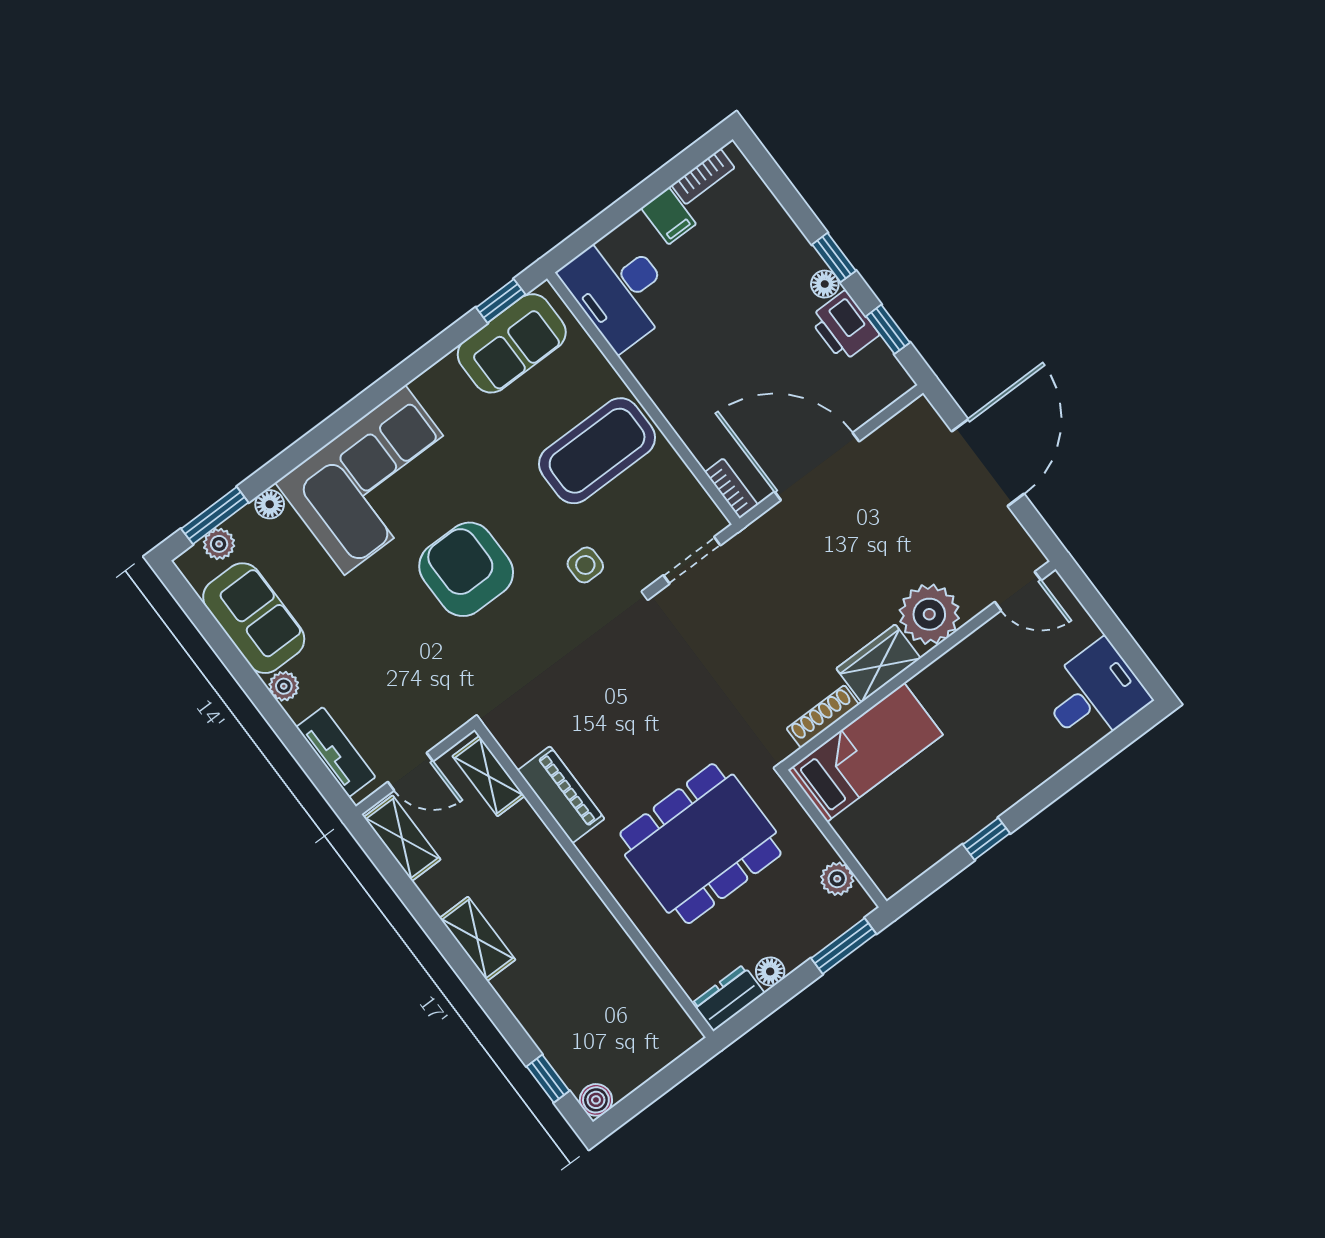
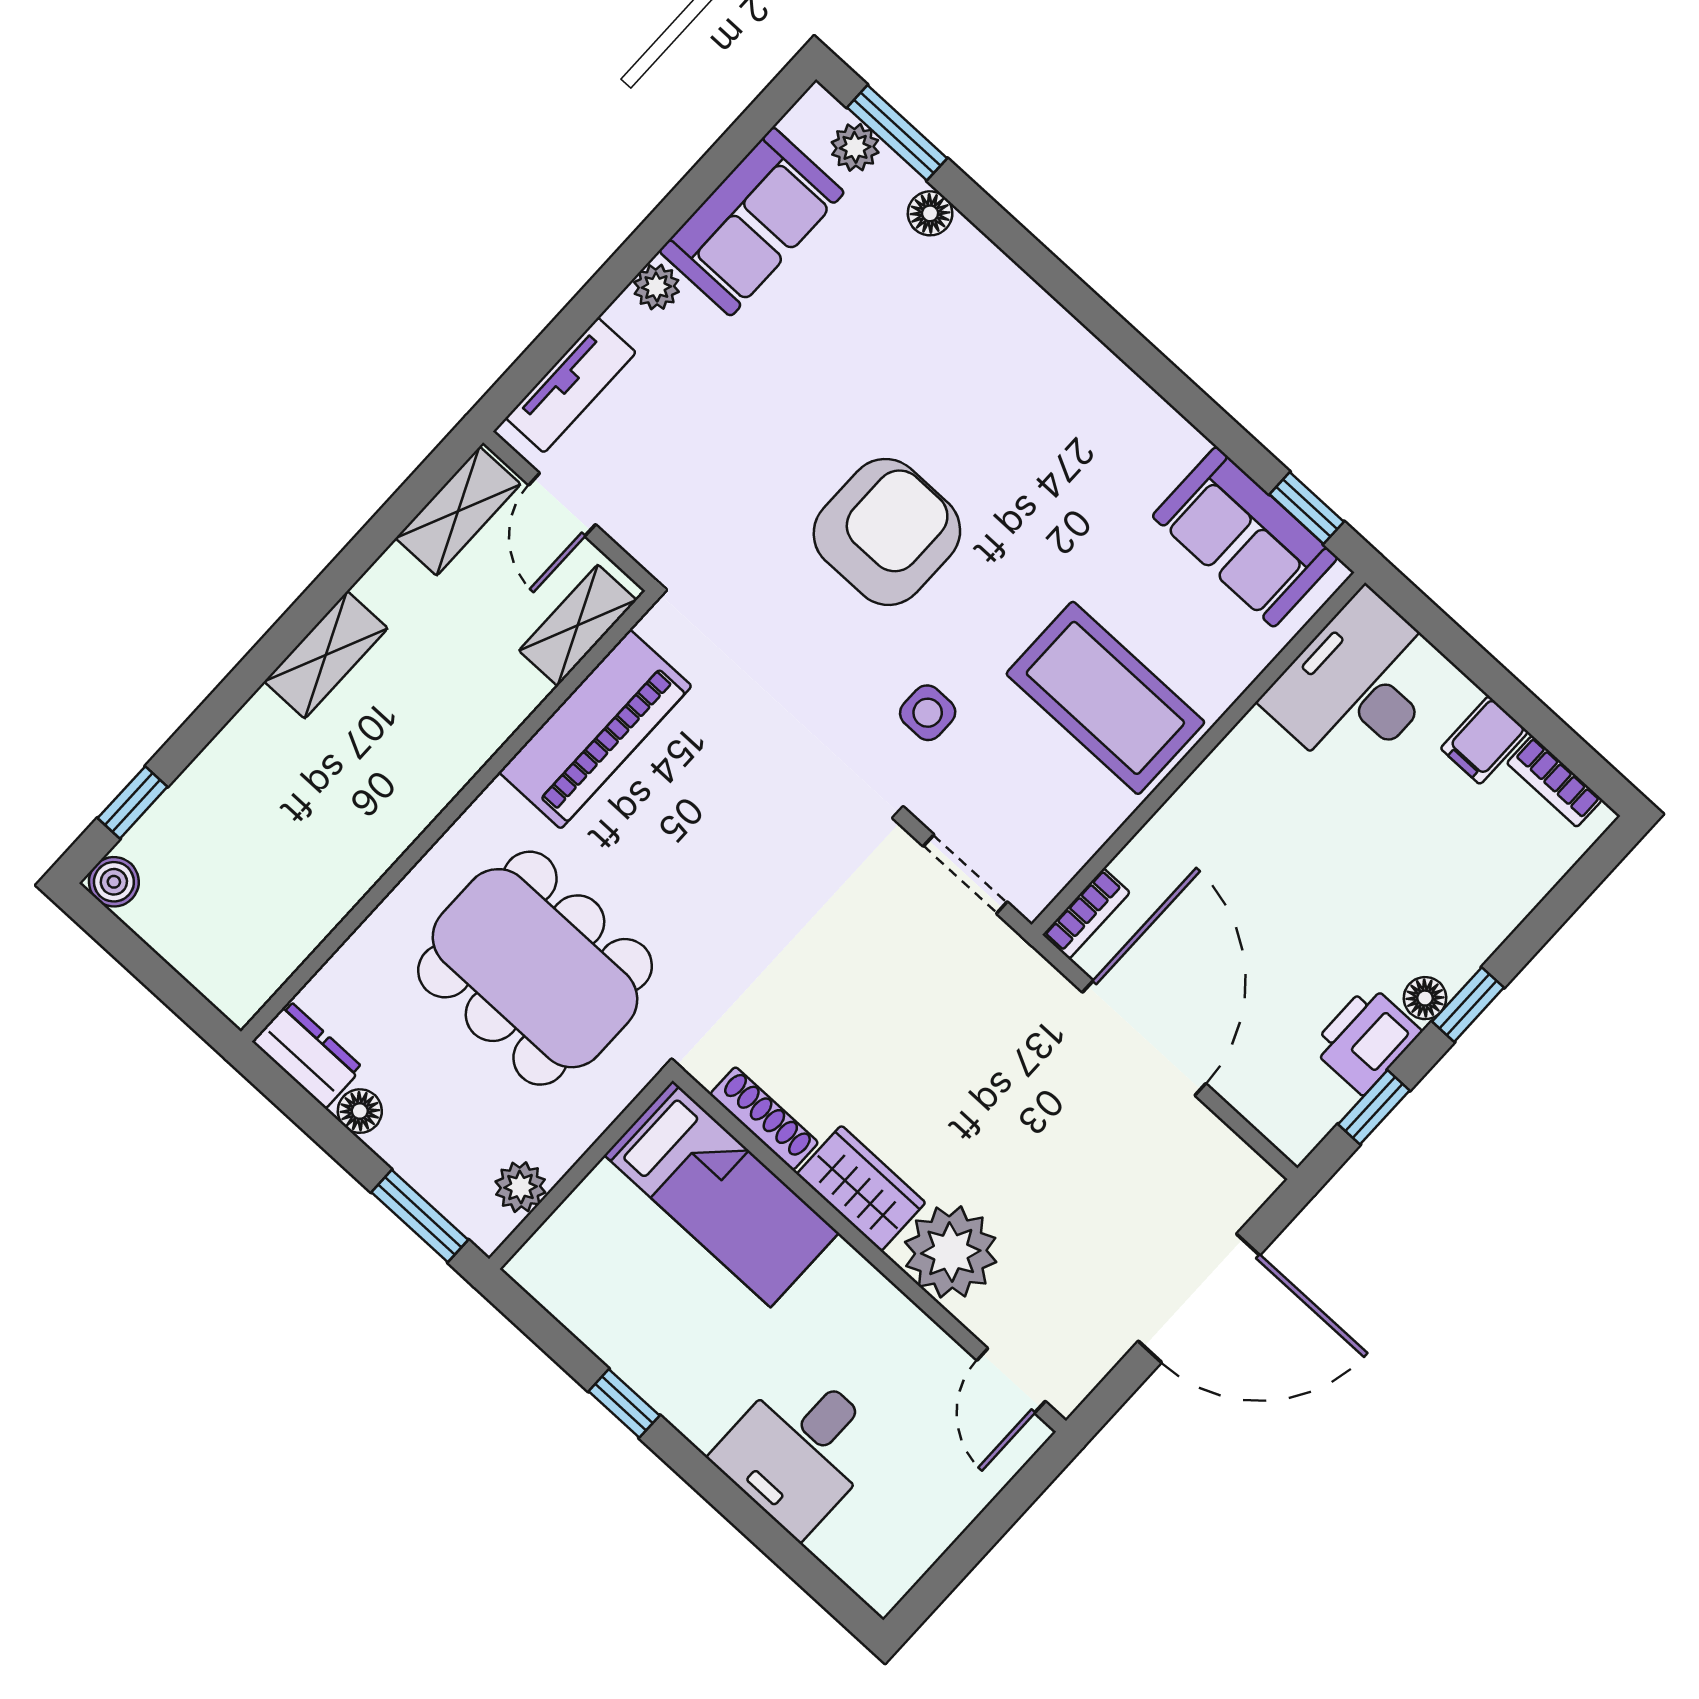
corner sofa: (375, 480) -> (997, 367), removed
desk: (1094, 694) -> (799, 1450), moved, turned 90
piano: (561, 795) -> (595, 729), width x1.37, depth x1.33

